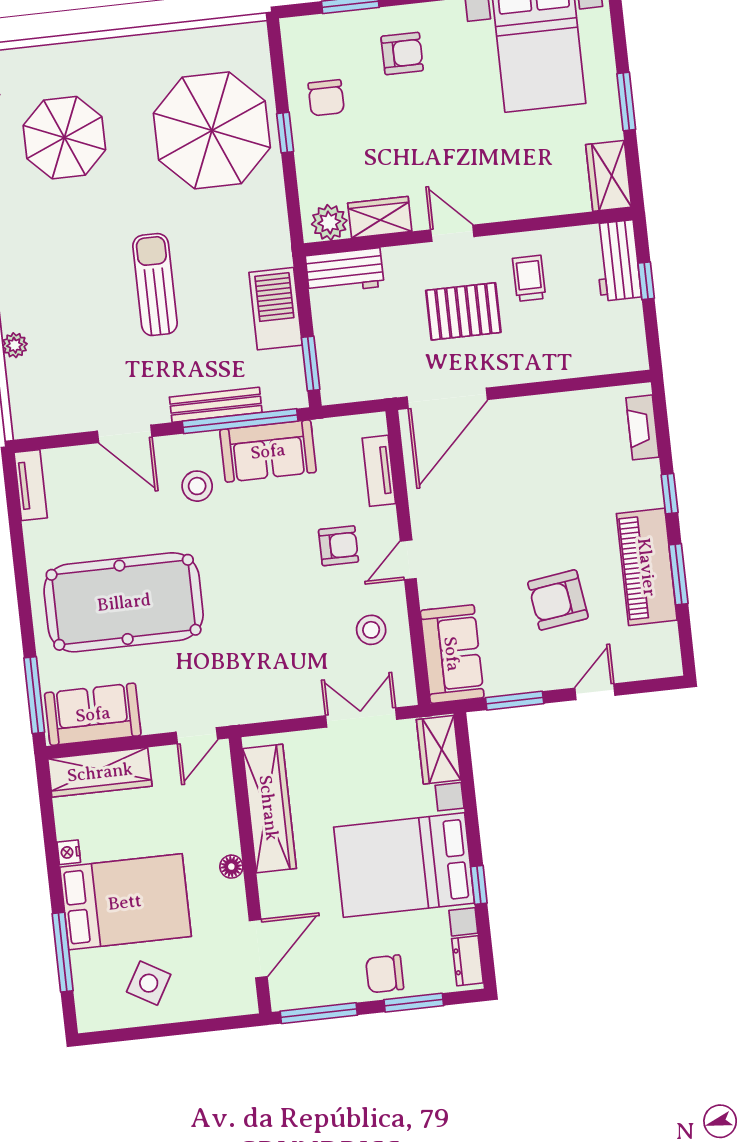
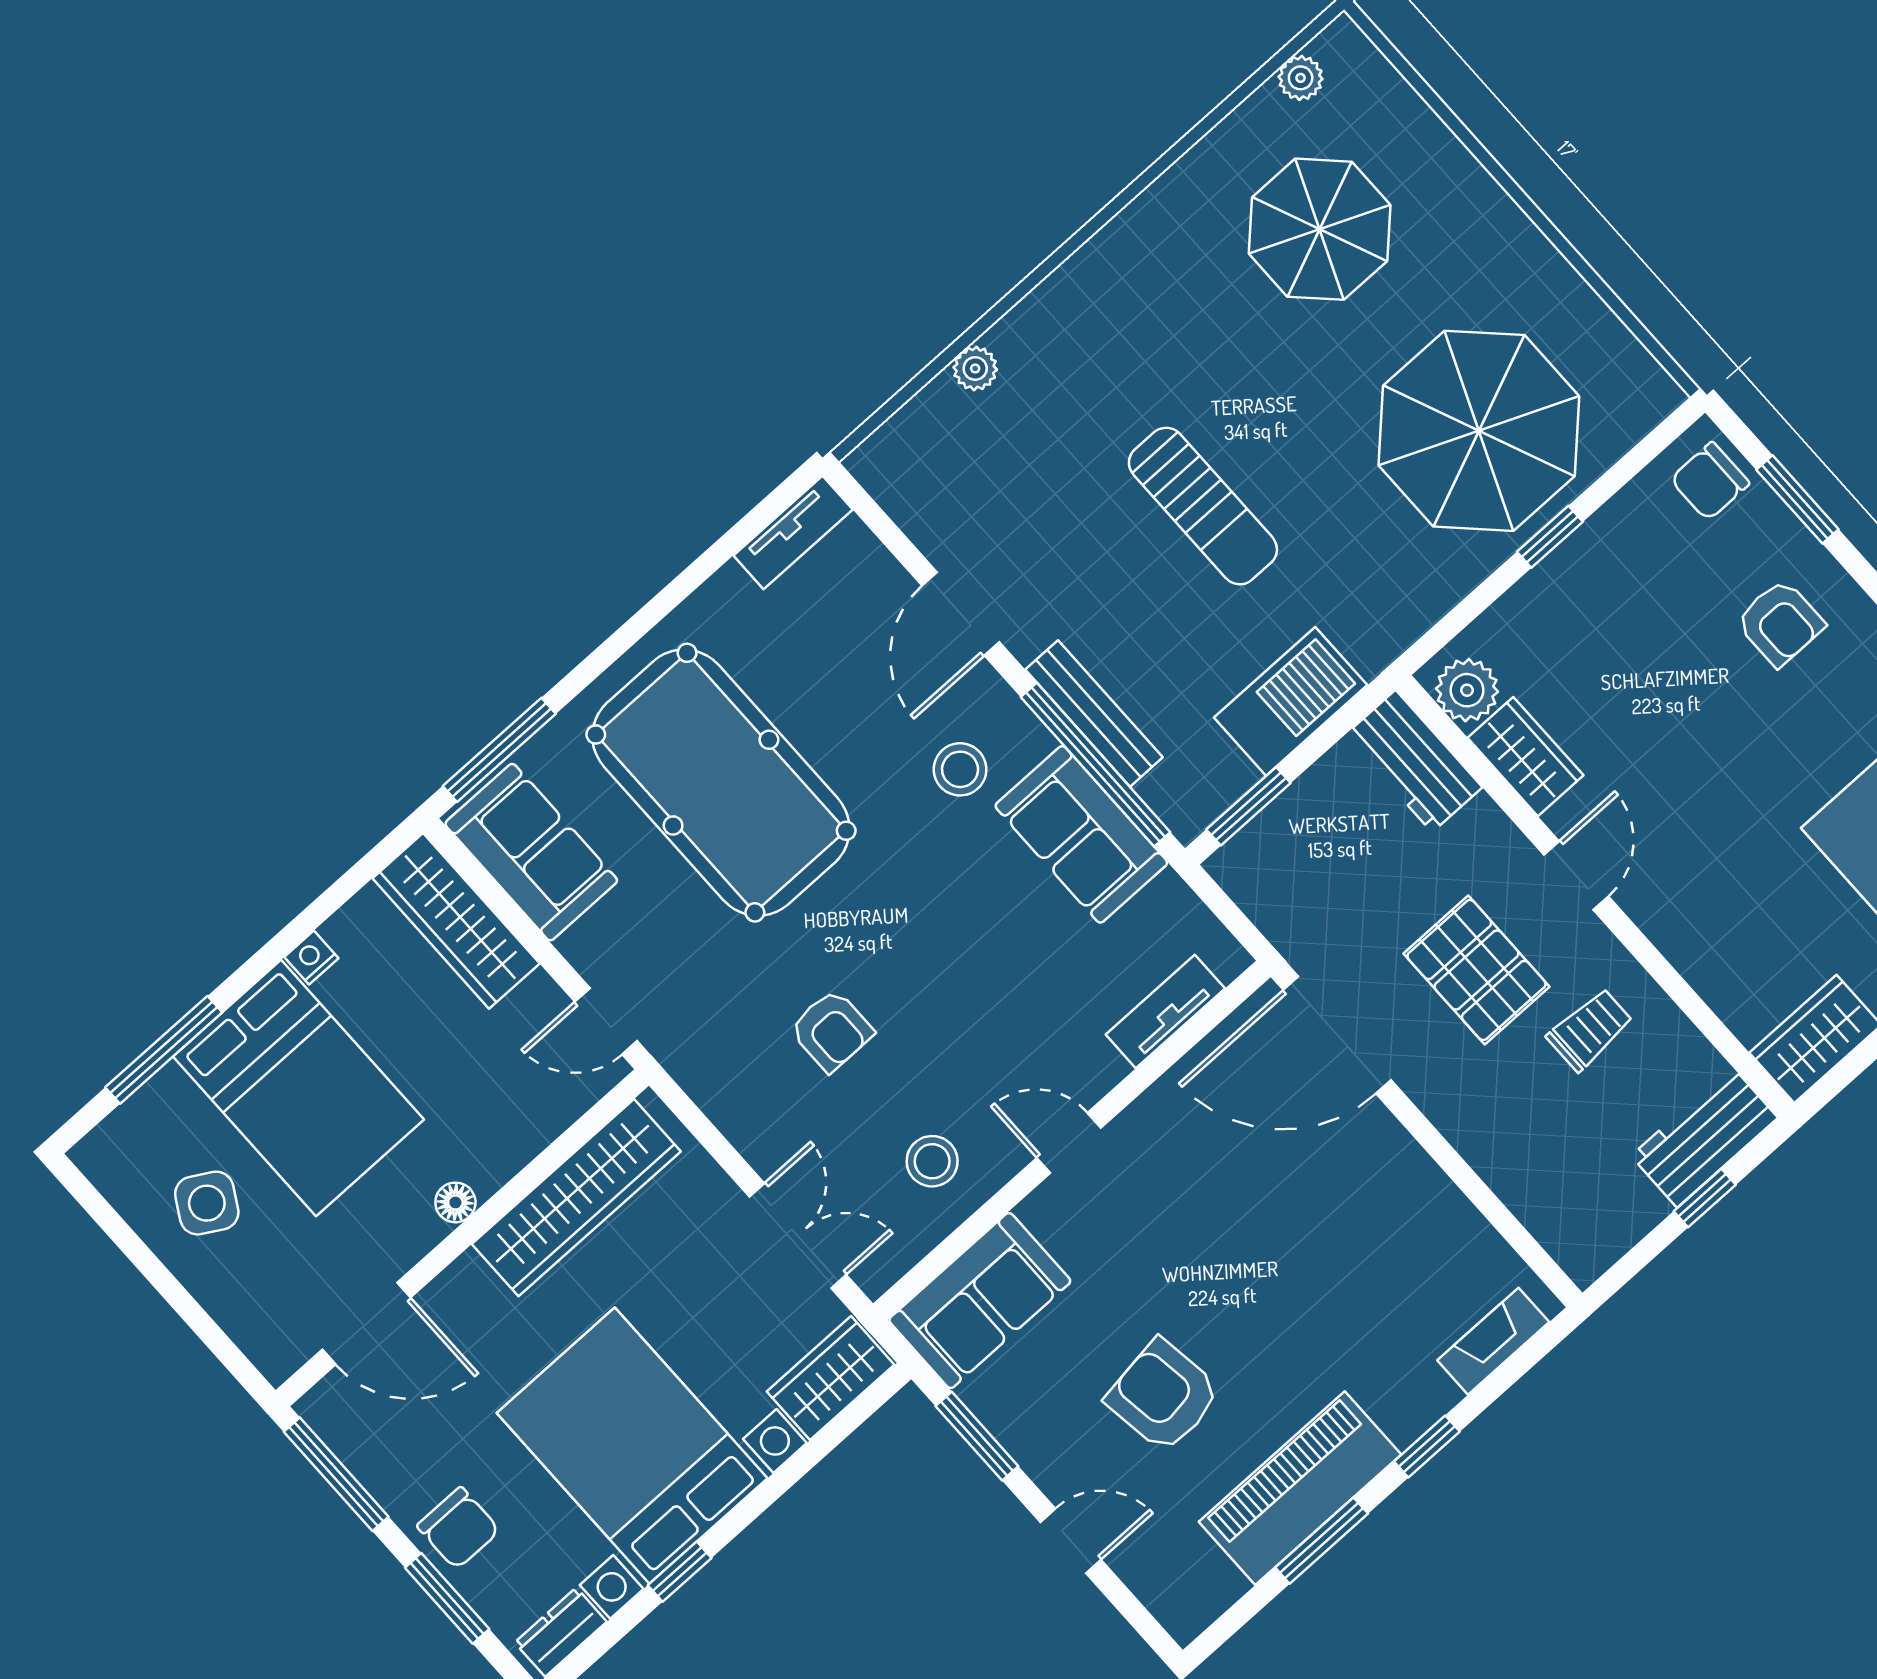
chair: (326, 98) -> (1710, 481), moved
sun lounger: (155, 285) -> (1203, 506), turned 90
armchair: (338, 546) -> (832, 1030), moved
chair: (385, 974) -> (458, 1528), turned 180

